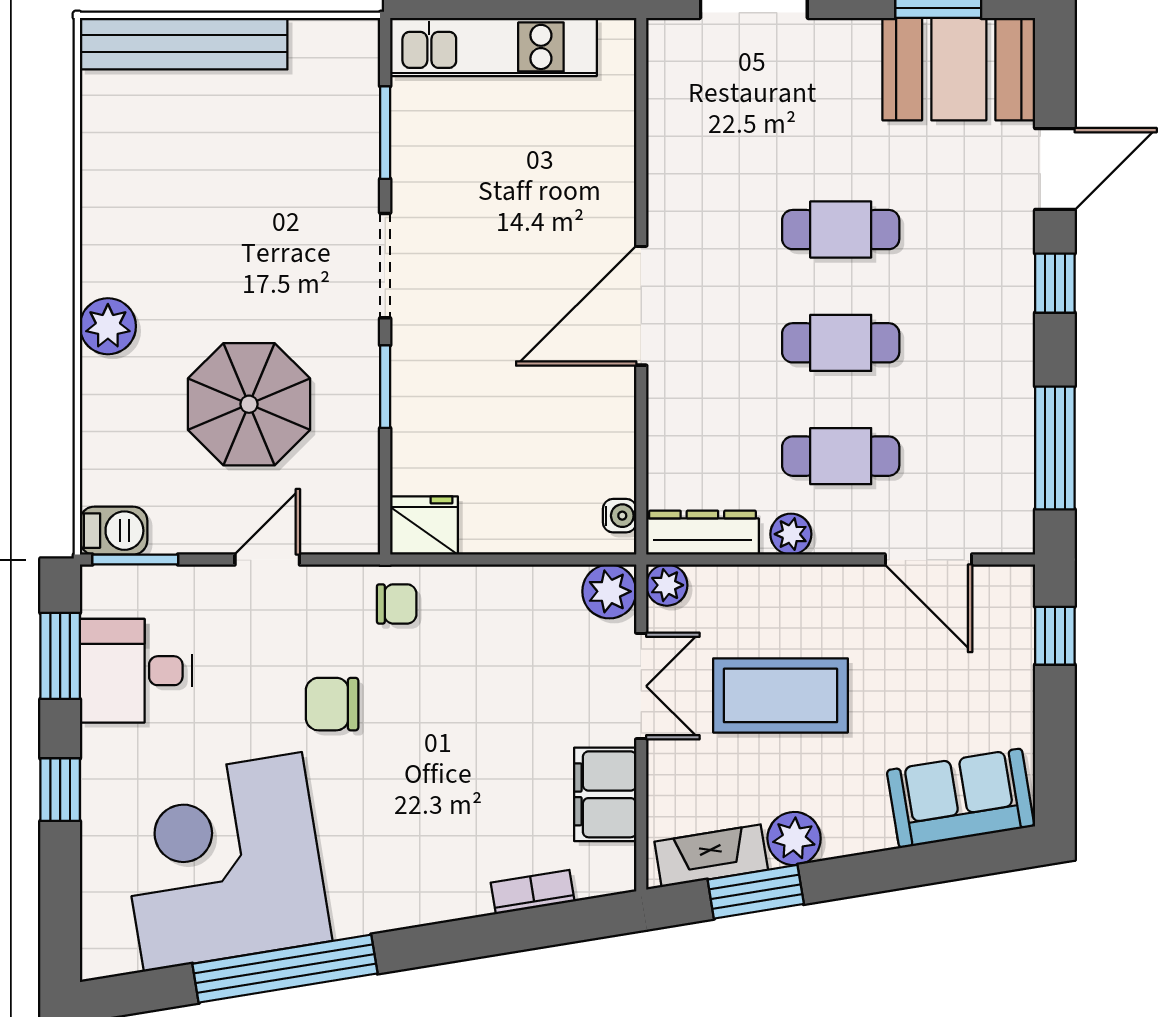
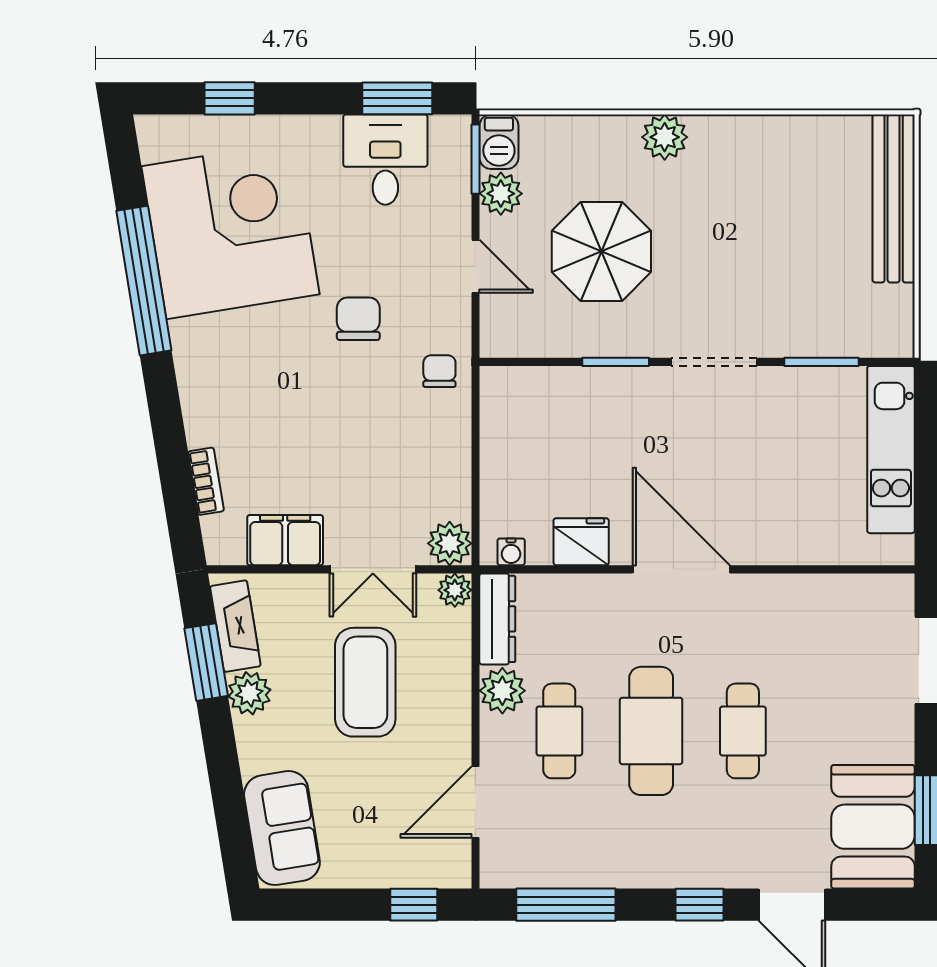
cafe table: (841, 343) -> (651, 731), width x1.37, depth x1.35
fridge: (424, 525) -> (581, 542), moved, turned -90
plant: (178, 528) -> (501, 194), added
plant: (791, 534) -> (502, 691), width x1.38, depth x1.38
chair: (397, 604) -> (439, 371), turned 180
window: (60, 790) -> (230, 98), moved

